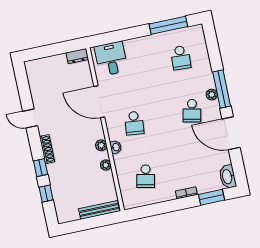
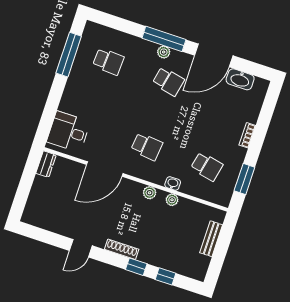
washbasin: (116, 147) -> (173, 183), moved
washbasin: (228, 177) -> (240, 79), moved
window: (212, 197) -> (244, 179), moved
bench: (99, 210) -> (211, 239), width x0.73

